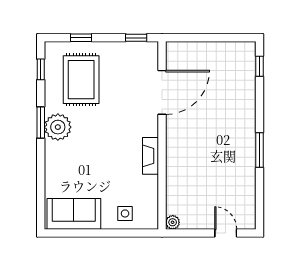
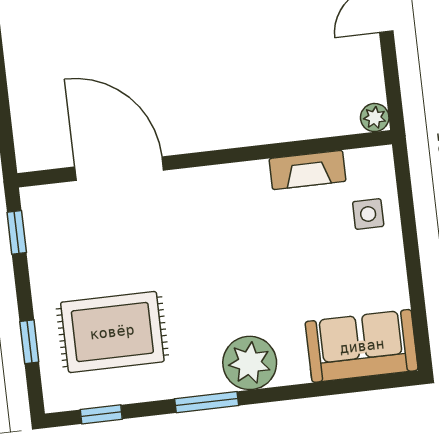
plant: (58, 127) -> (250, 363), moved
fireplace: (150, 156) -> (307, 170), moved
sofa: (74, 214) -> (362, 346), moved, turned 90

